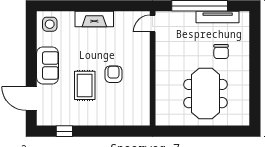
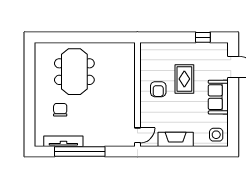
door: (153, 23) -> (137, 135), moved
wall: (153, 68) -> (137, 94), moved

